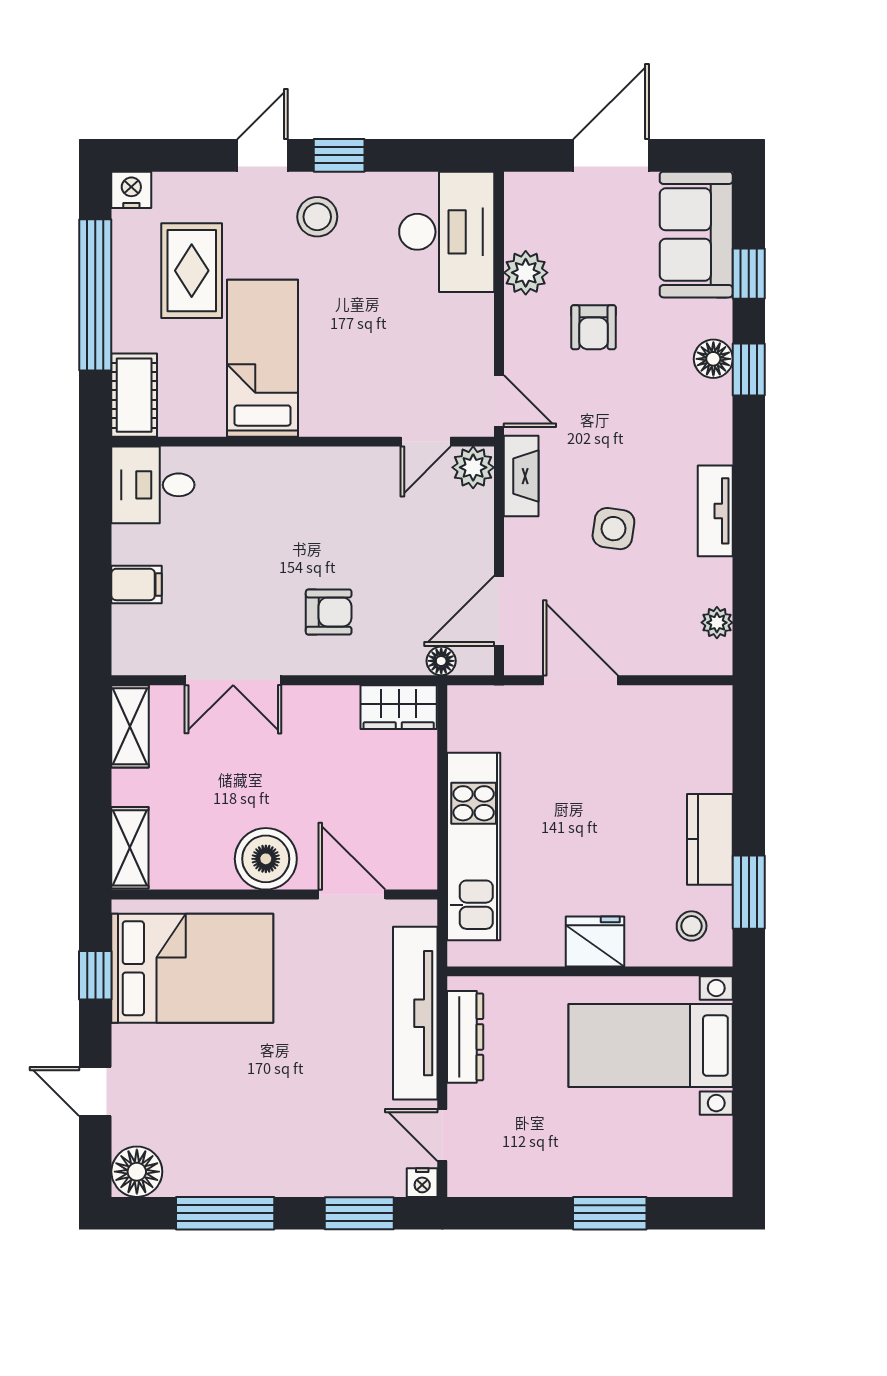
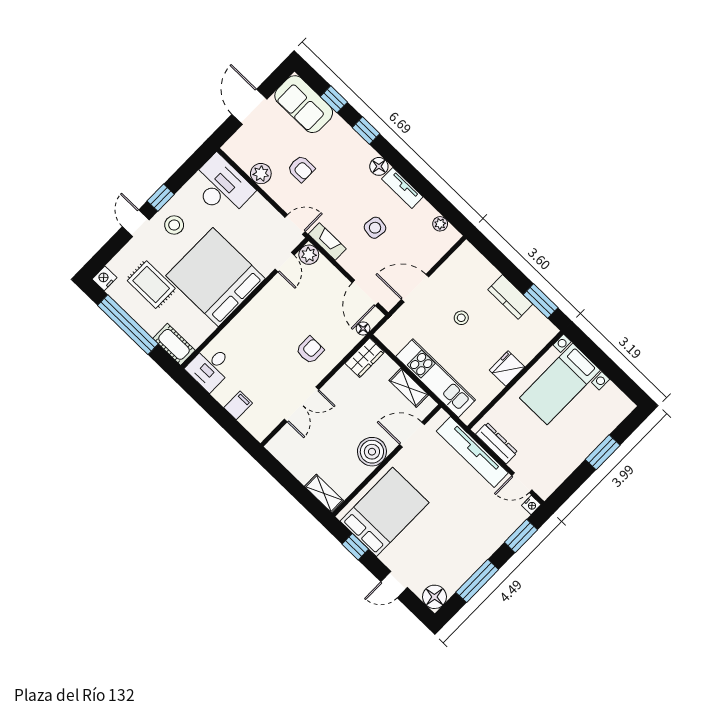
bed: (263, 358) -> (216, 277), width x2.04
floor lamp: (713, 359) -> (379, 166), moved
shelving: (130, 726) -> (409, 388), moved
stool: (692, 926) -> (461, 318), moved

